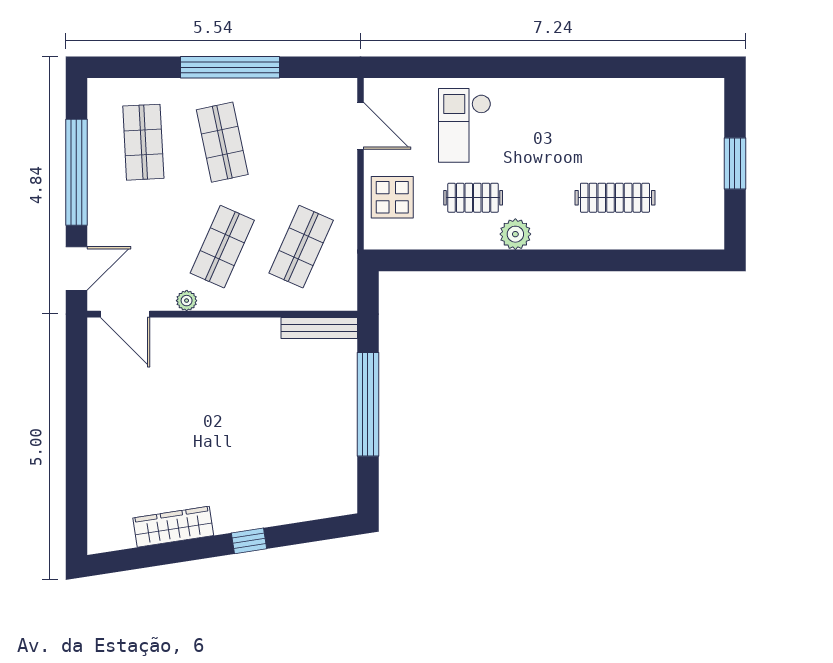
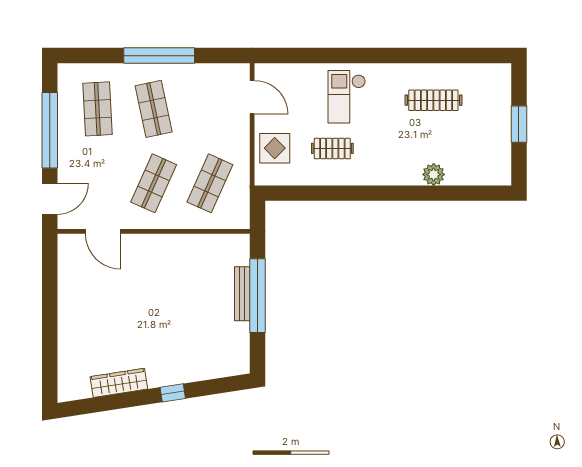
checkout: (465, 125) -> (347, 97), moved
clothes rail: (615, 198) -> (433, 100), moved
plant: (515, 234) -> (434, 174), moved
plant: (187, 301) -> (128, 222), removed
door: (125, 314) -> (103, 231), moved
bench: (319, 328) -> (242, 294), moved, turned 90

